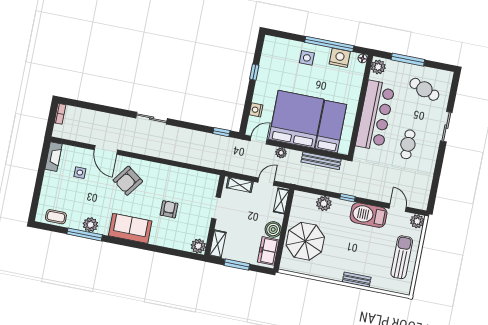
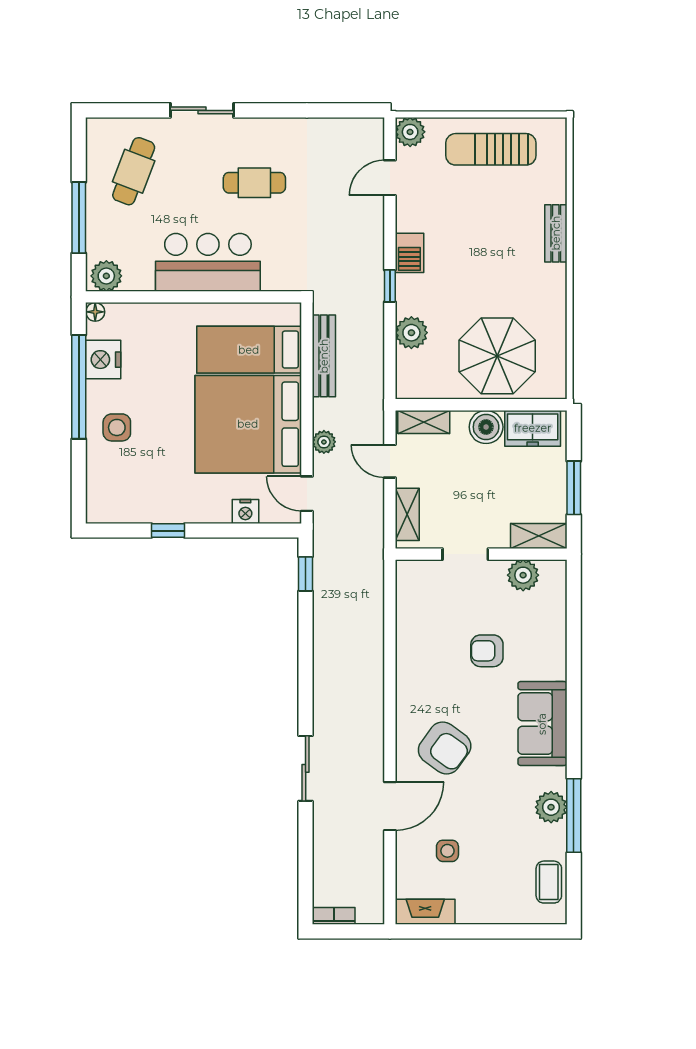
bar counter: (375, 115) -> (208, 262), width x0.73
sliding door: (151, 118) -> (306, 768), moved
barbecue: (369, 215) -> (409, 253), width x0.53, depth x0.65
plant: (198, 246) -> (523, 575), moved

